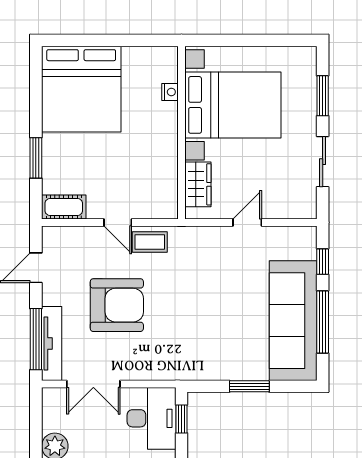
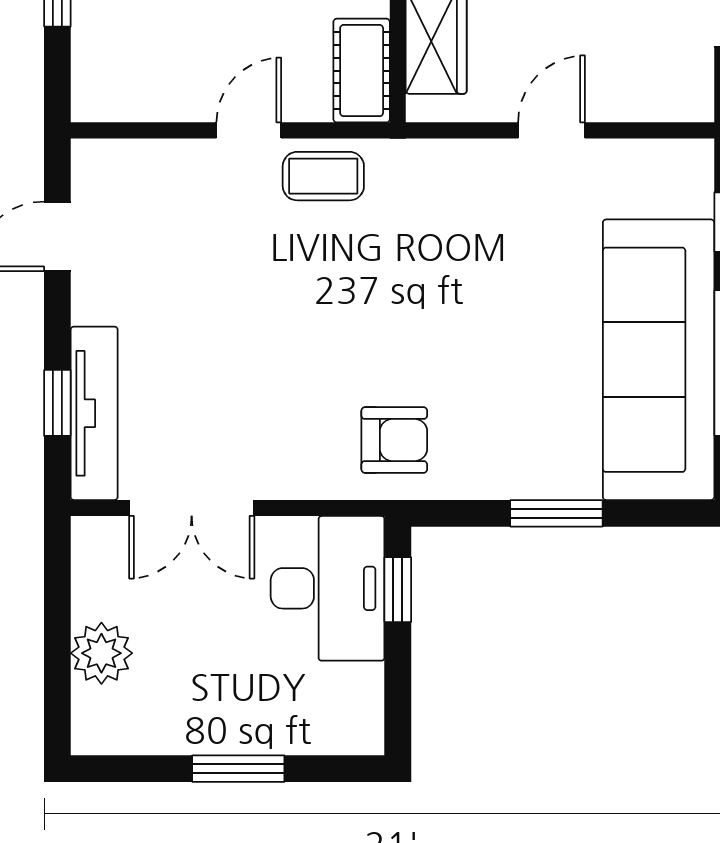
cot: (64, 207) -> (362, 71), moved, turned 90
door: (118, 222) -> (249, 130), swing flipped
armchair: (117, 305) -> (394, 440), moved, width x0.53, depth x0.53
window: (36, 339) -> (57, 403), width x0.46

